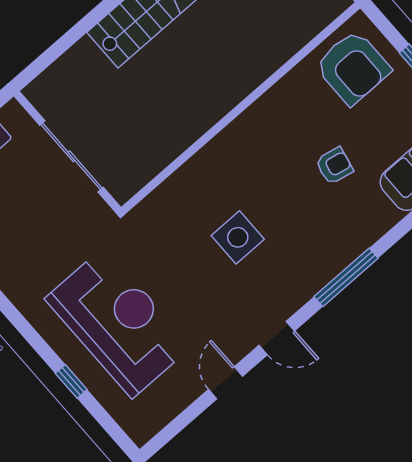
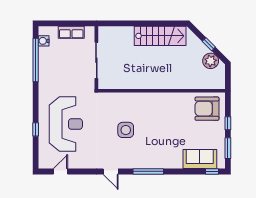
armchair: (353, 67) -> (207, 109), turned 90
armchair: (334, 166) -> (175, 134), removed
door: (226, 383) -> (61, 171), moved

